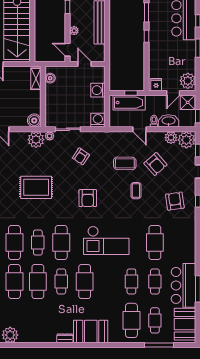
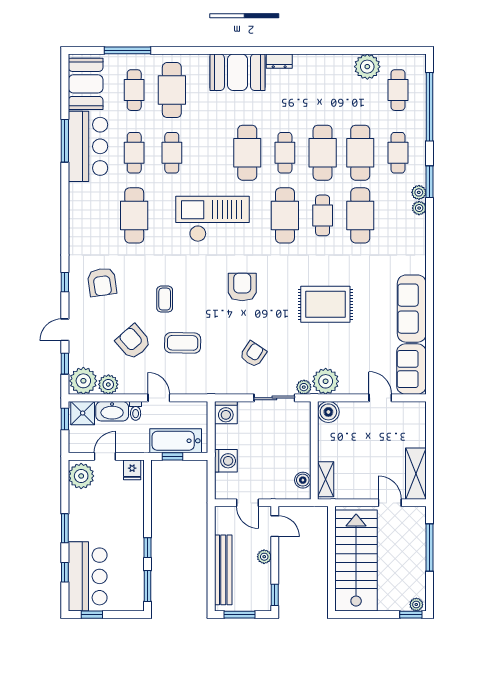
shower: (188, 102) -> (83, 413), moved

